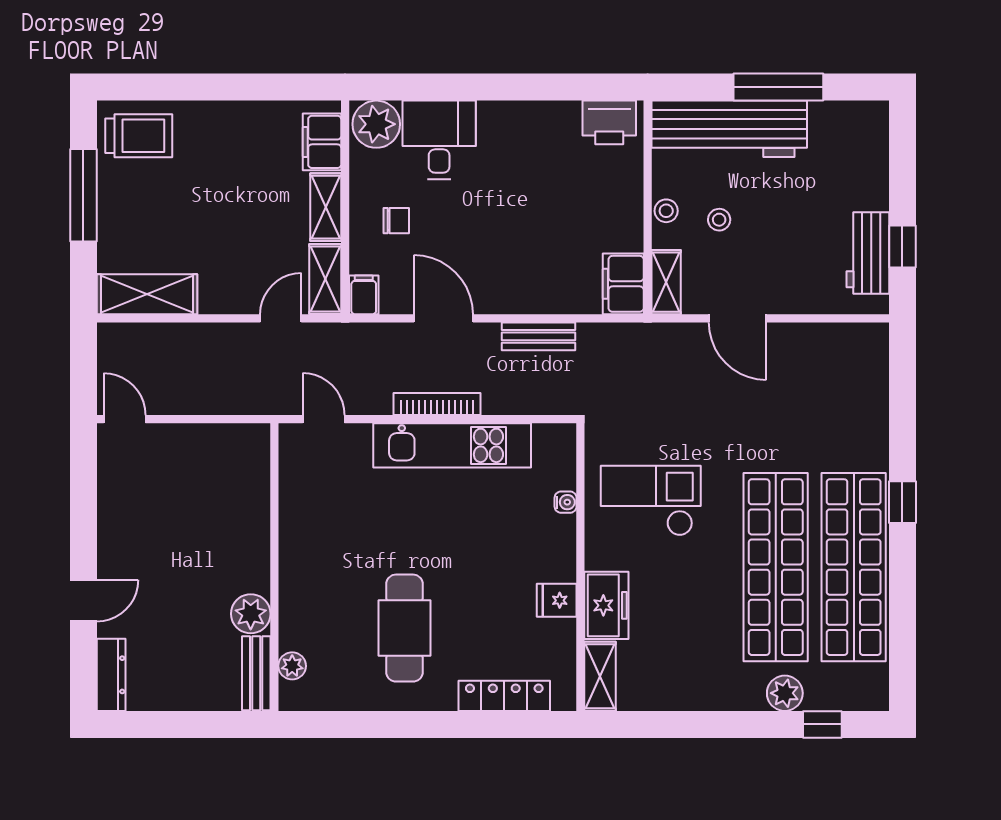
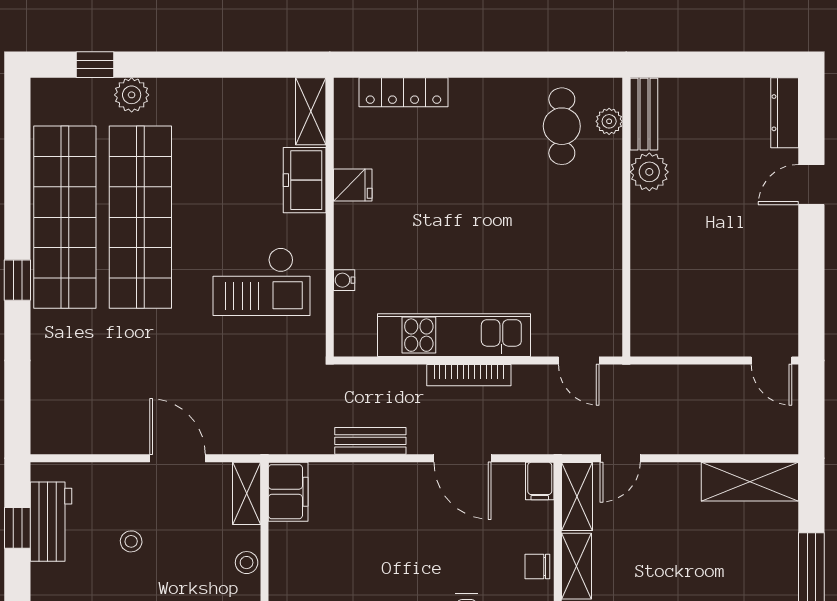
stool: (719, 220) -> (131, 541), moved
chair: (396, 221) -> (537, 567), moved
cafe table: (404, 628) -> (562, 126), moved, width x0.73, depth x0.74

